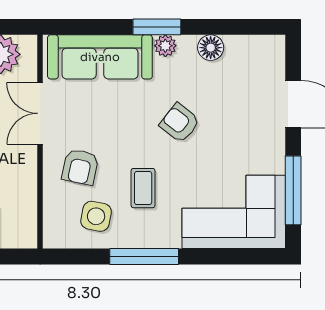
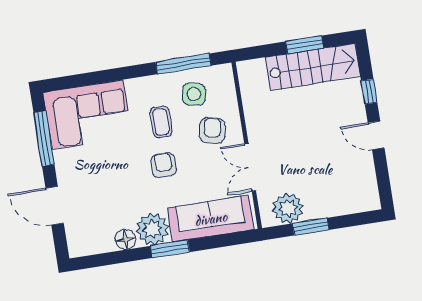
plant: (165, 46) -> (152, 229), width x1.88, depth x1.88
double door: (40, 113) -> (250, 167), swing flipped
armchair: (180, 123) -> (163, 165), moved, turned -128
window: (144, 256) -> (183, 64), moved

